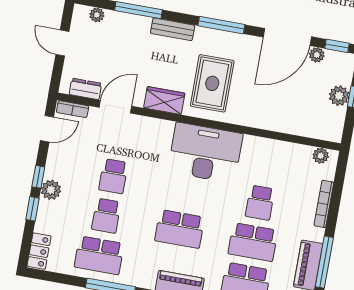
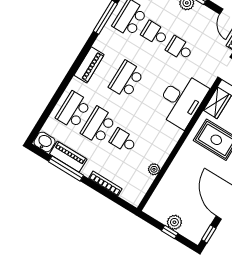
plant: (317, 55) -> (208, 218), removed
desk: (205, 153) -> (181, 100), moved
plant: (321, 156) -> (154, 169), moved

